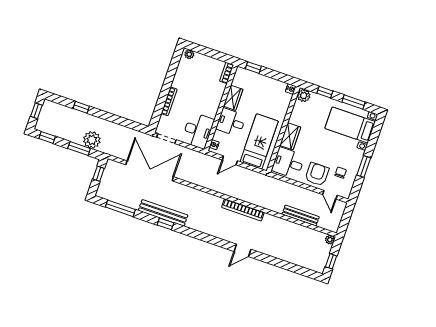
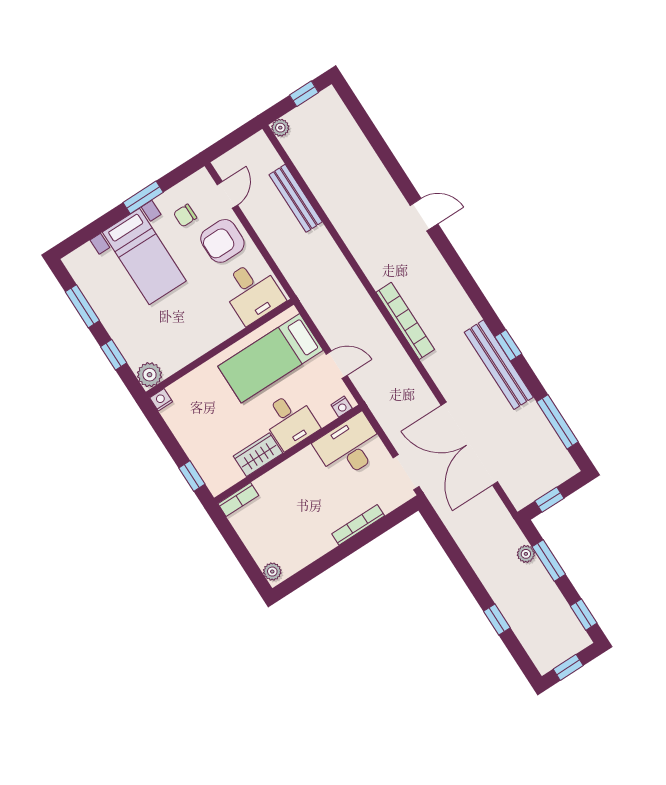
bed with nightstands: (350, 125) -> (144, 256), moved
wardrobe: (290, 136) -> (218, 330), removed
plant: (92, 140) -> (526, 554), width x0.53, depth x0.53
bookcase: (243, 210) -> (405, 321), moved

